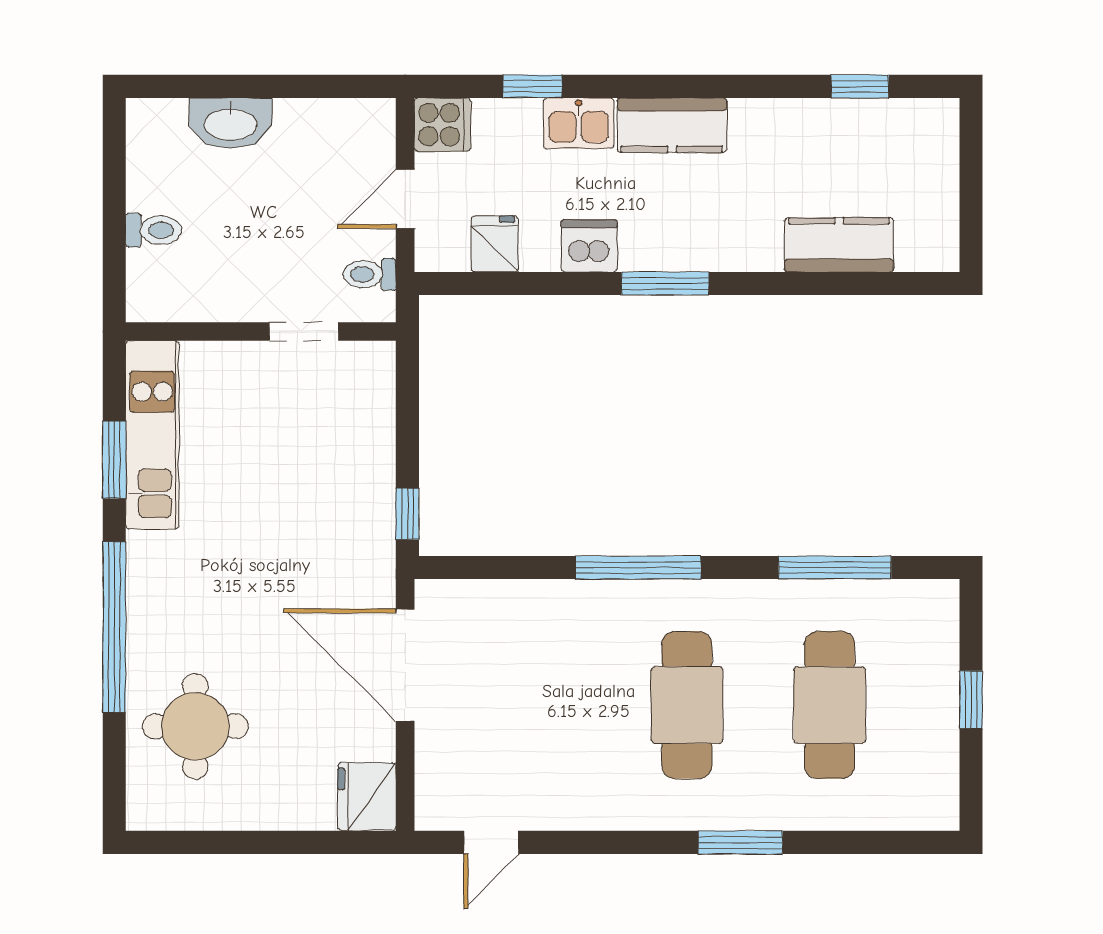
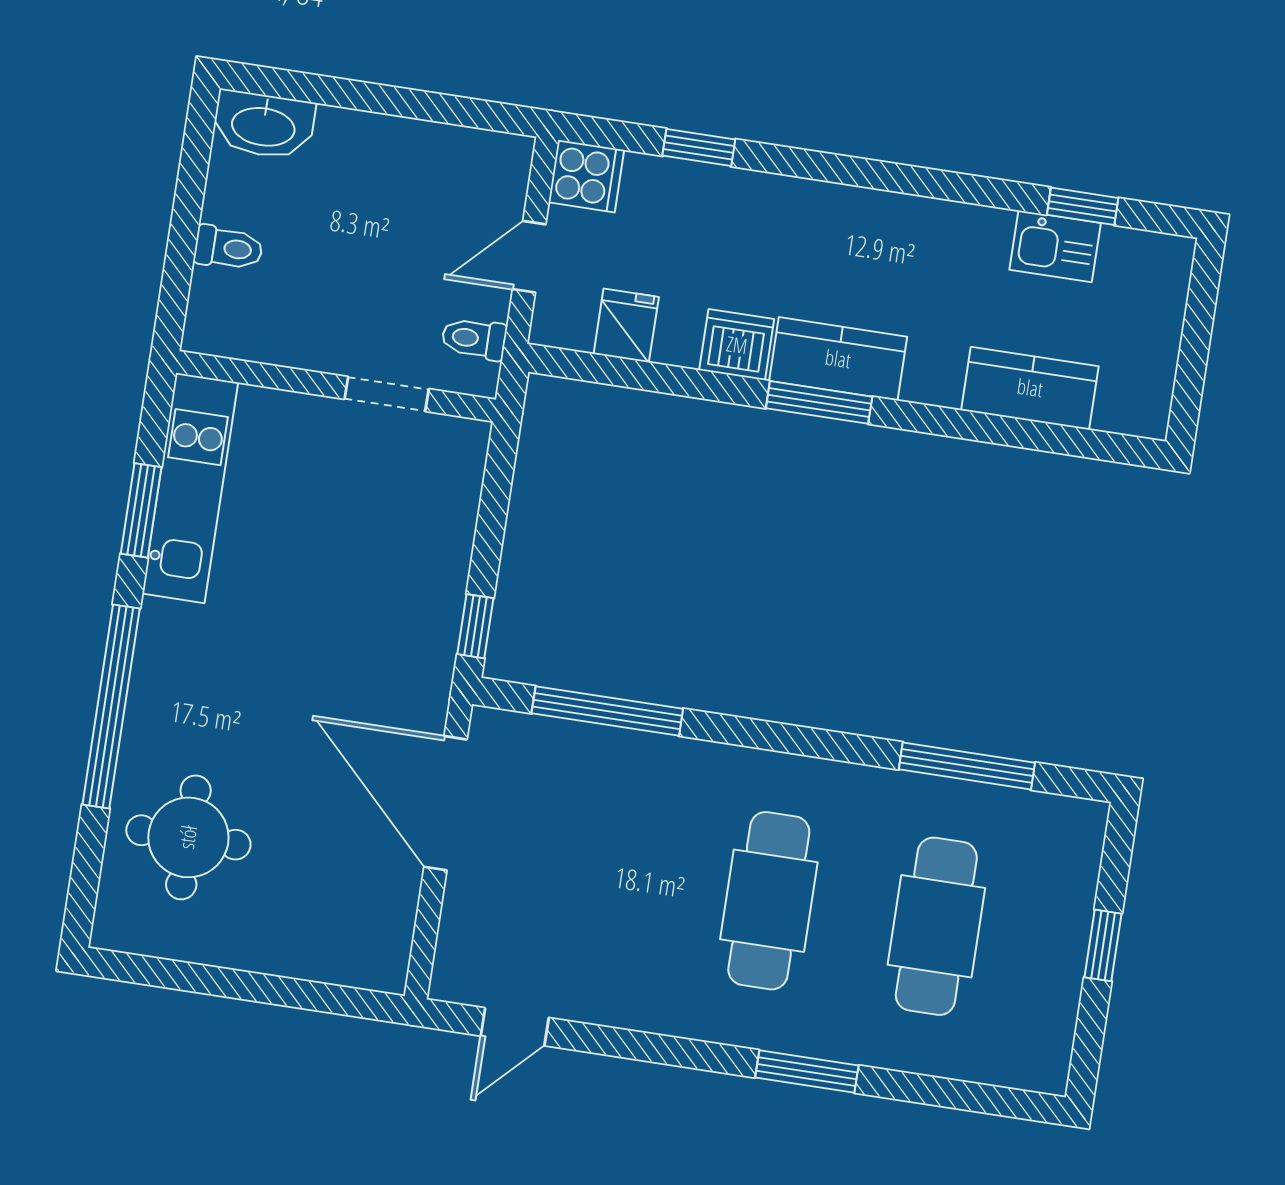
washbasin: (230, 123) -> (264, 125), moved
kitchen sink: (579, 123) -> (1055, 246), moved
kitchen counter: (672, 125) -> (838, 359), moved, turned 180
window: (638, 568) -> (607, 711), moved
fridge: (367, 797) -> (377, 951), removed

